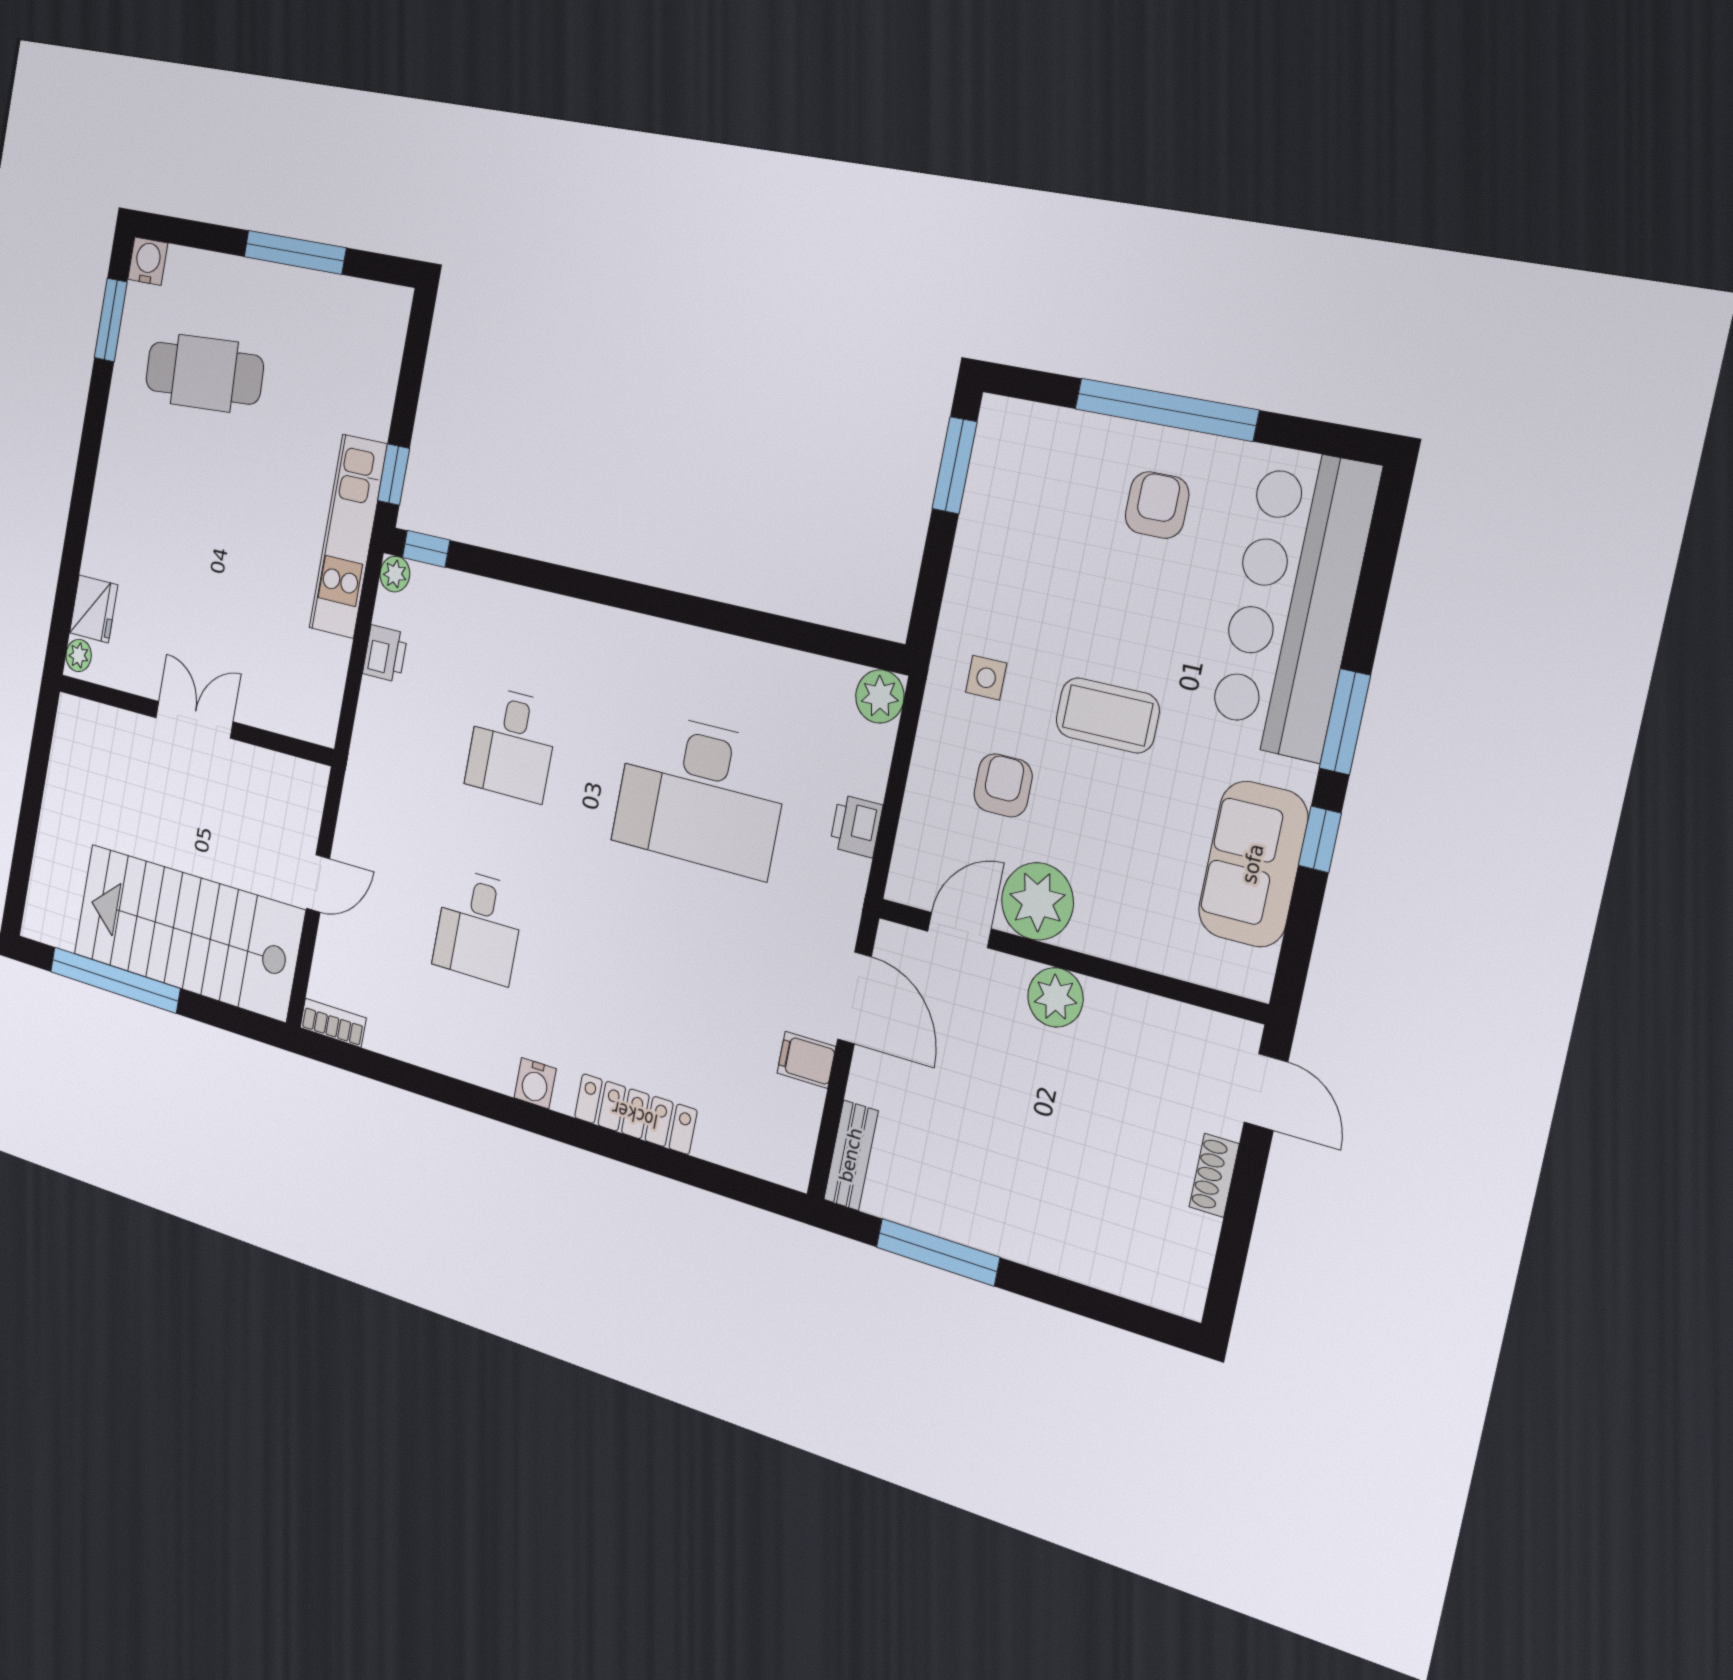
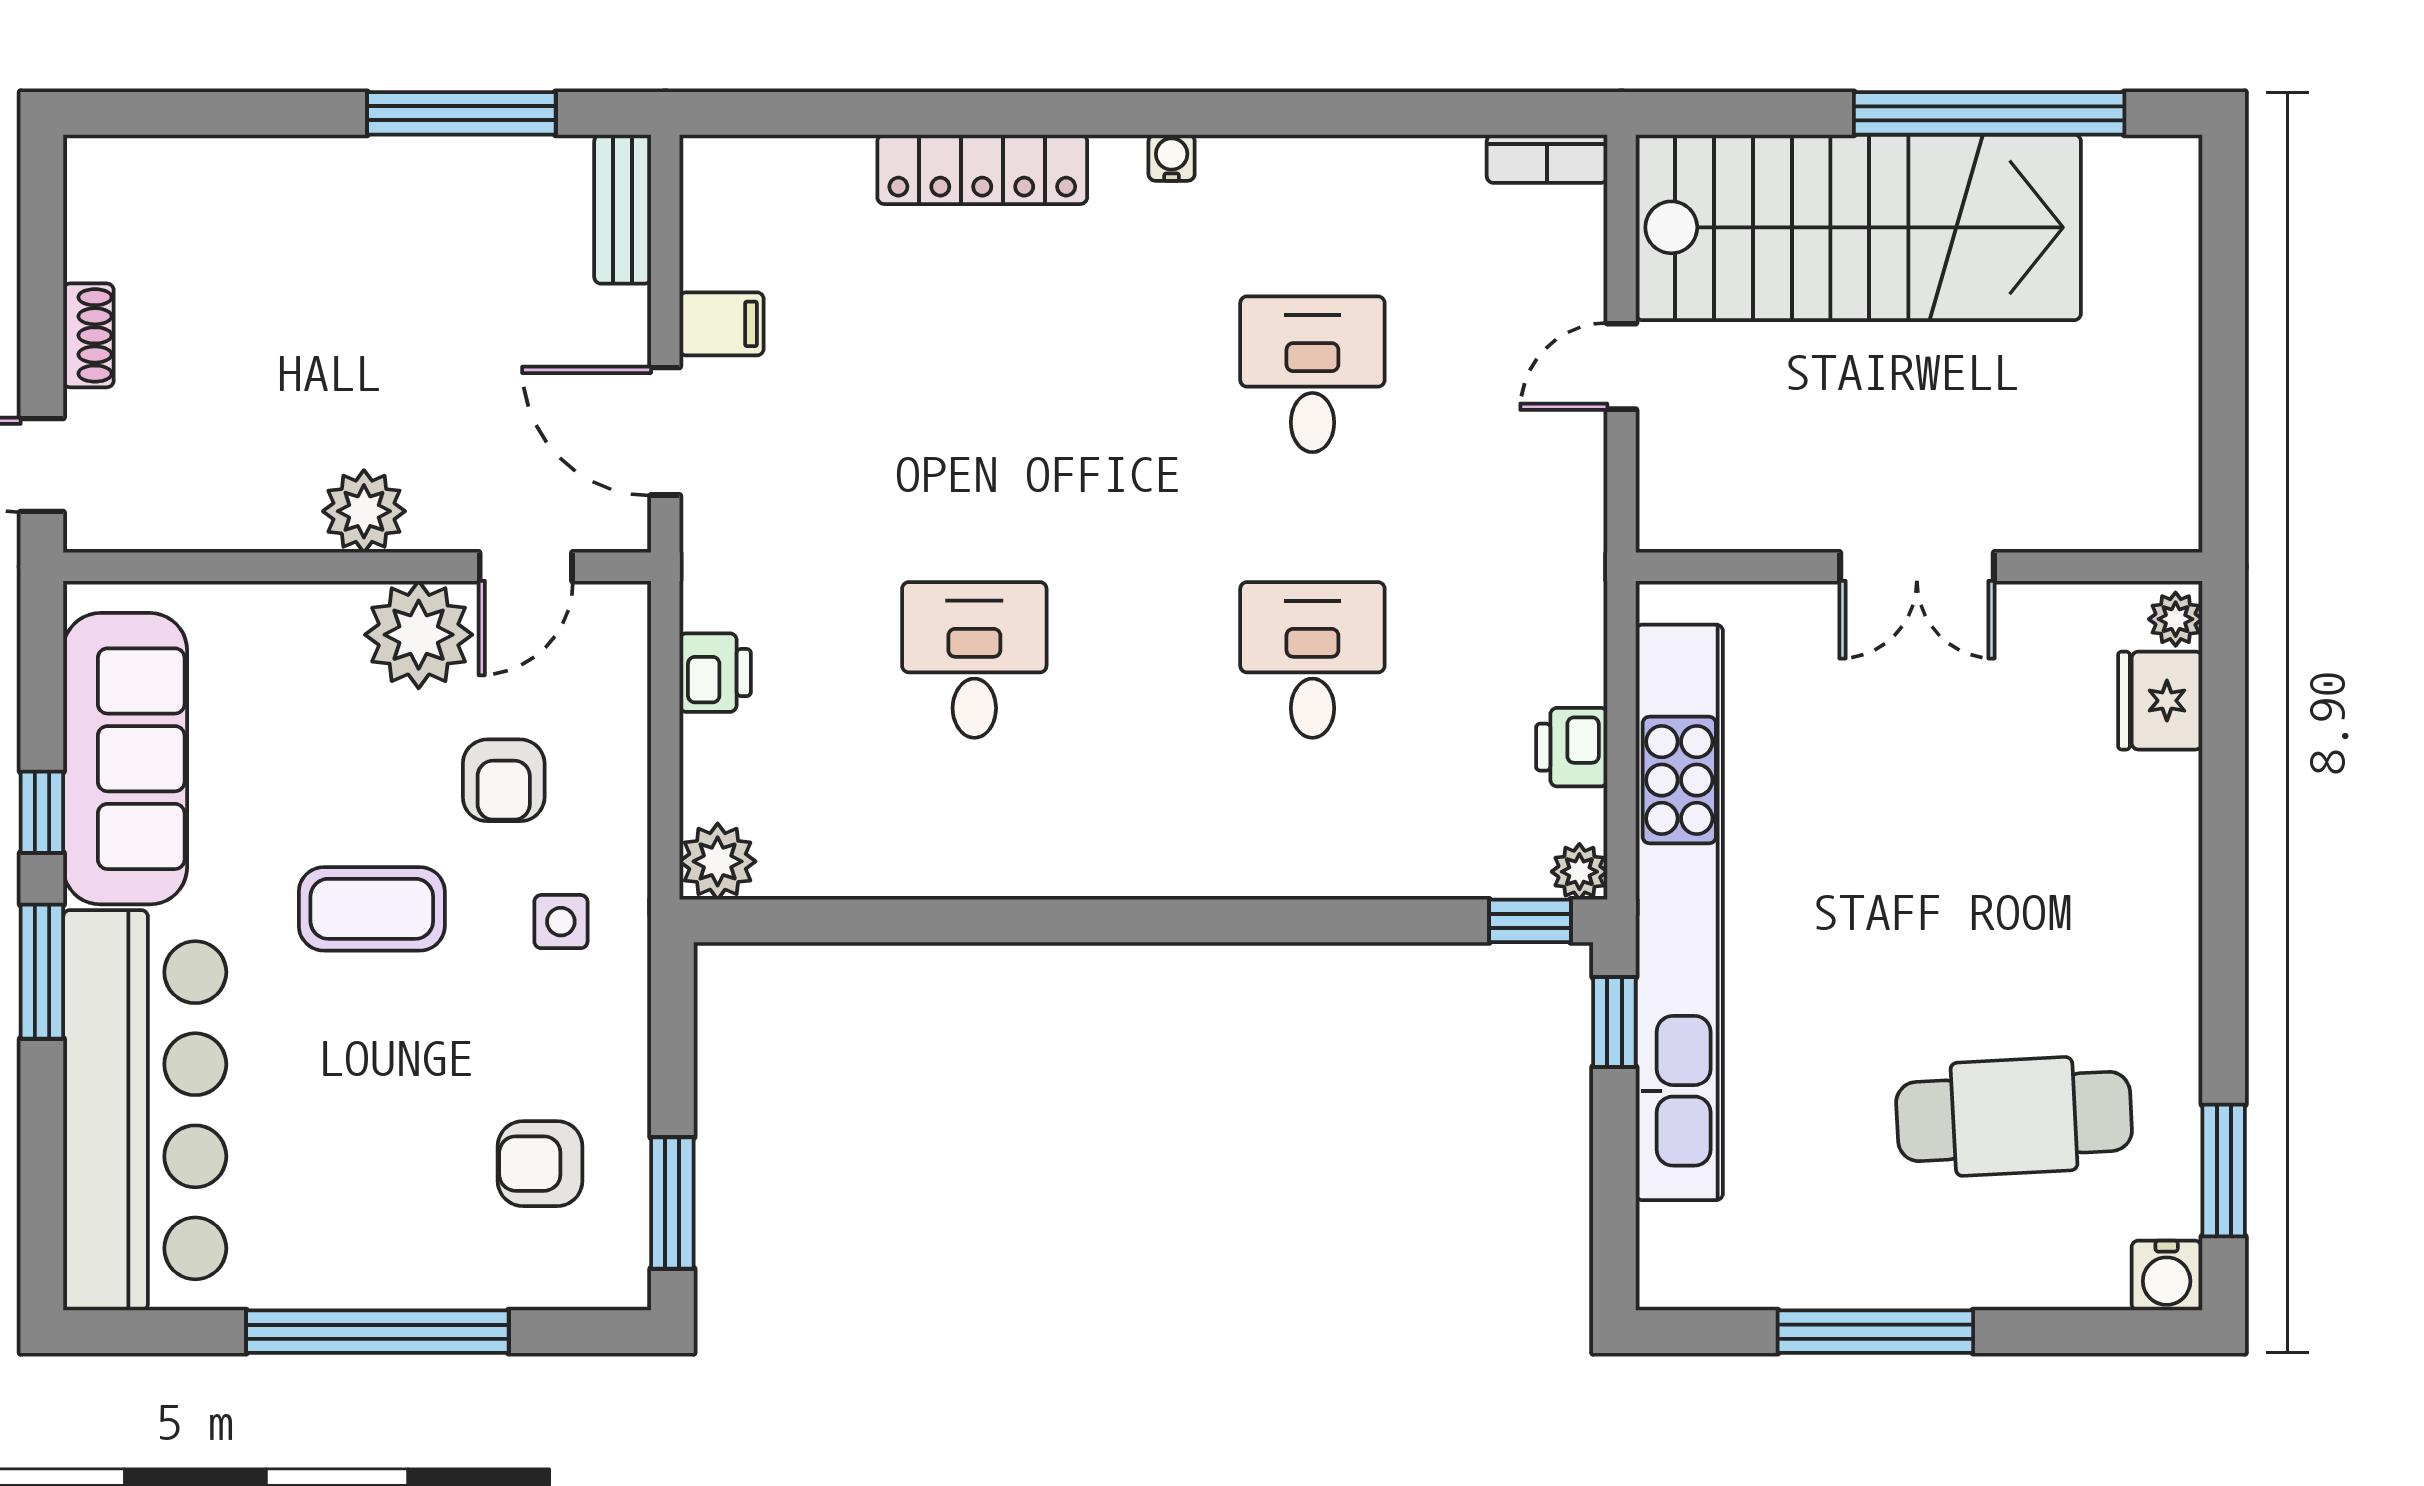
armchair: (1157, 505) -> (540, 1164), moved, turned 90
kitchen unit: (348, 536) -> (1679, 912), width x1.86
desk: (701, 794) -> (974, 660), width x0.53, depth x0.77
sofa: (1253, 864) -> (125, 759), width x1.36
water cooler: (535, 1083) -> (1172, 158), width x0.72, depth x0.72

